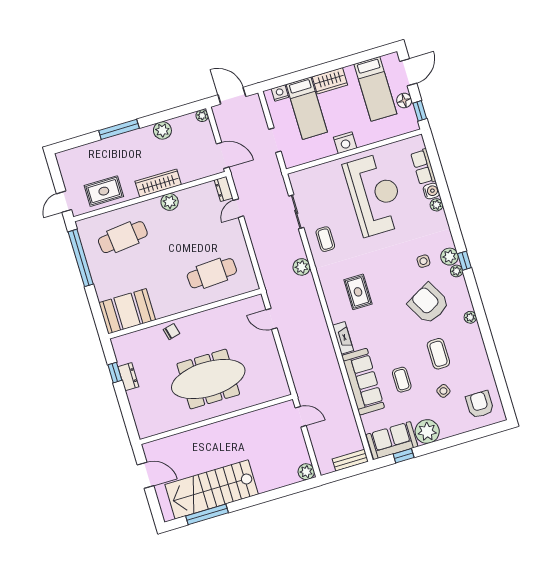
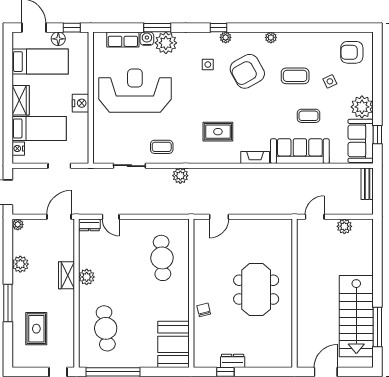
wardrobe: (158, 183) -> (66, 275), width x0.67
rug: (104, 191) -> (36, 329), moved
window: (446, 198) -> (157, 28), added
plant: (437, 205) -> (166, 43), width x1.88, depth x1.88
plant: (449, 257) -> (211, 40), removed
meeting table: (208, 379) -> (256, 290), width x0.73
plant: (306, 472) -> (344, 226), moved

